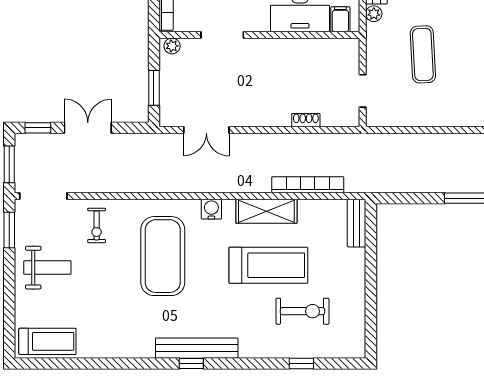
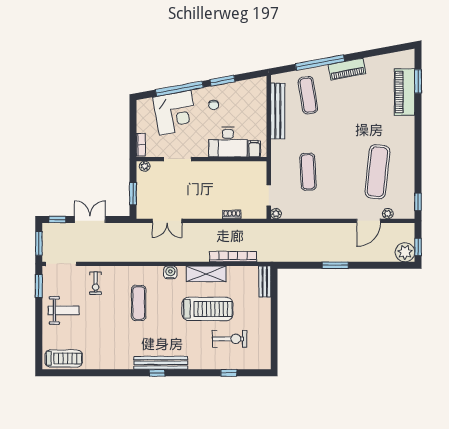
plant: (374, 14) -> (276, 214), moved
exercise mat: (163, 256) -> (139, 303), width x0.50, depth x0.69

